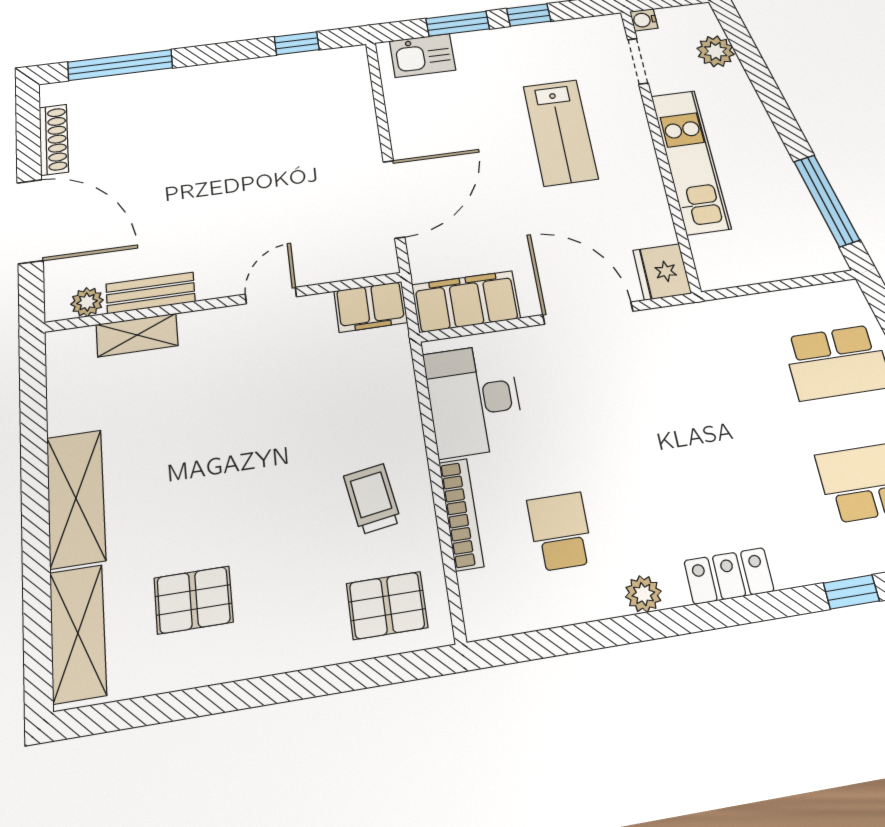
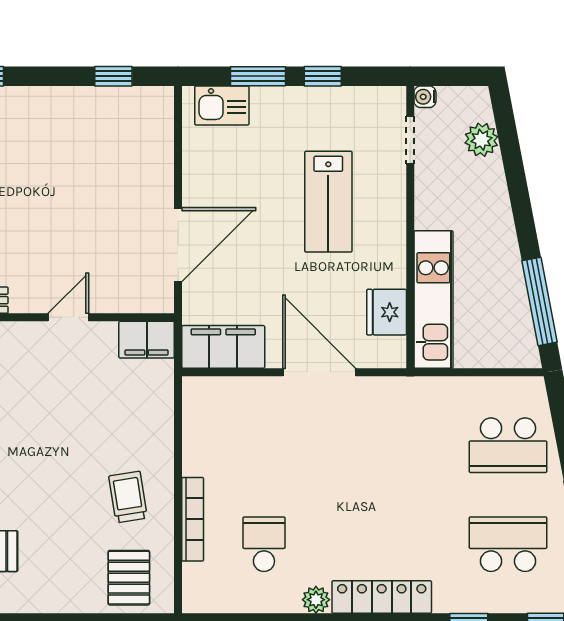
kitchen unit: (690, 161) -> (433, 299), moved
fridge: (662, 272) -> (387, 312), moved
desk: (474, 400) -> (216, 431), removed
locker: (729, 576) -> (382, 597), width x1.53
pallet: (387, 605) -> (129, 578), turned 90

